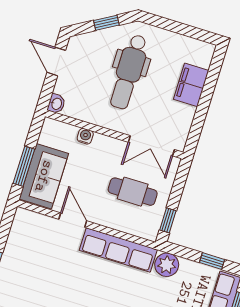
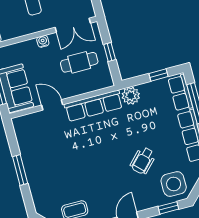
water cooler: (85, 136) -> (43, 41), moved
window: (168, 220) -> (110, 52), moved

